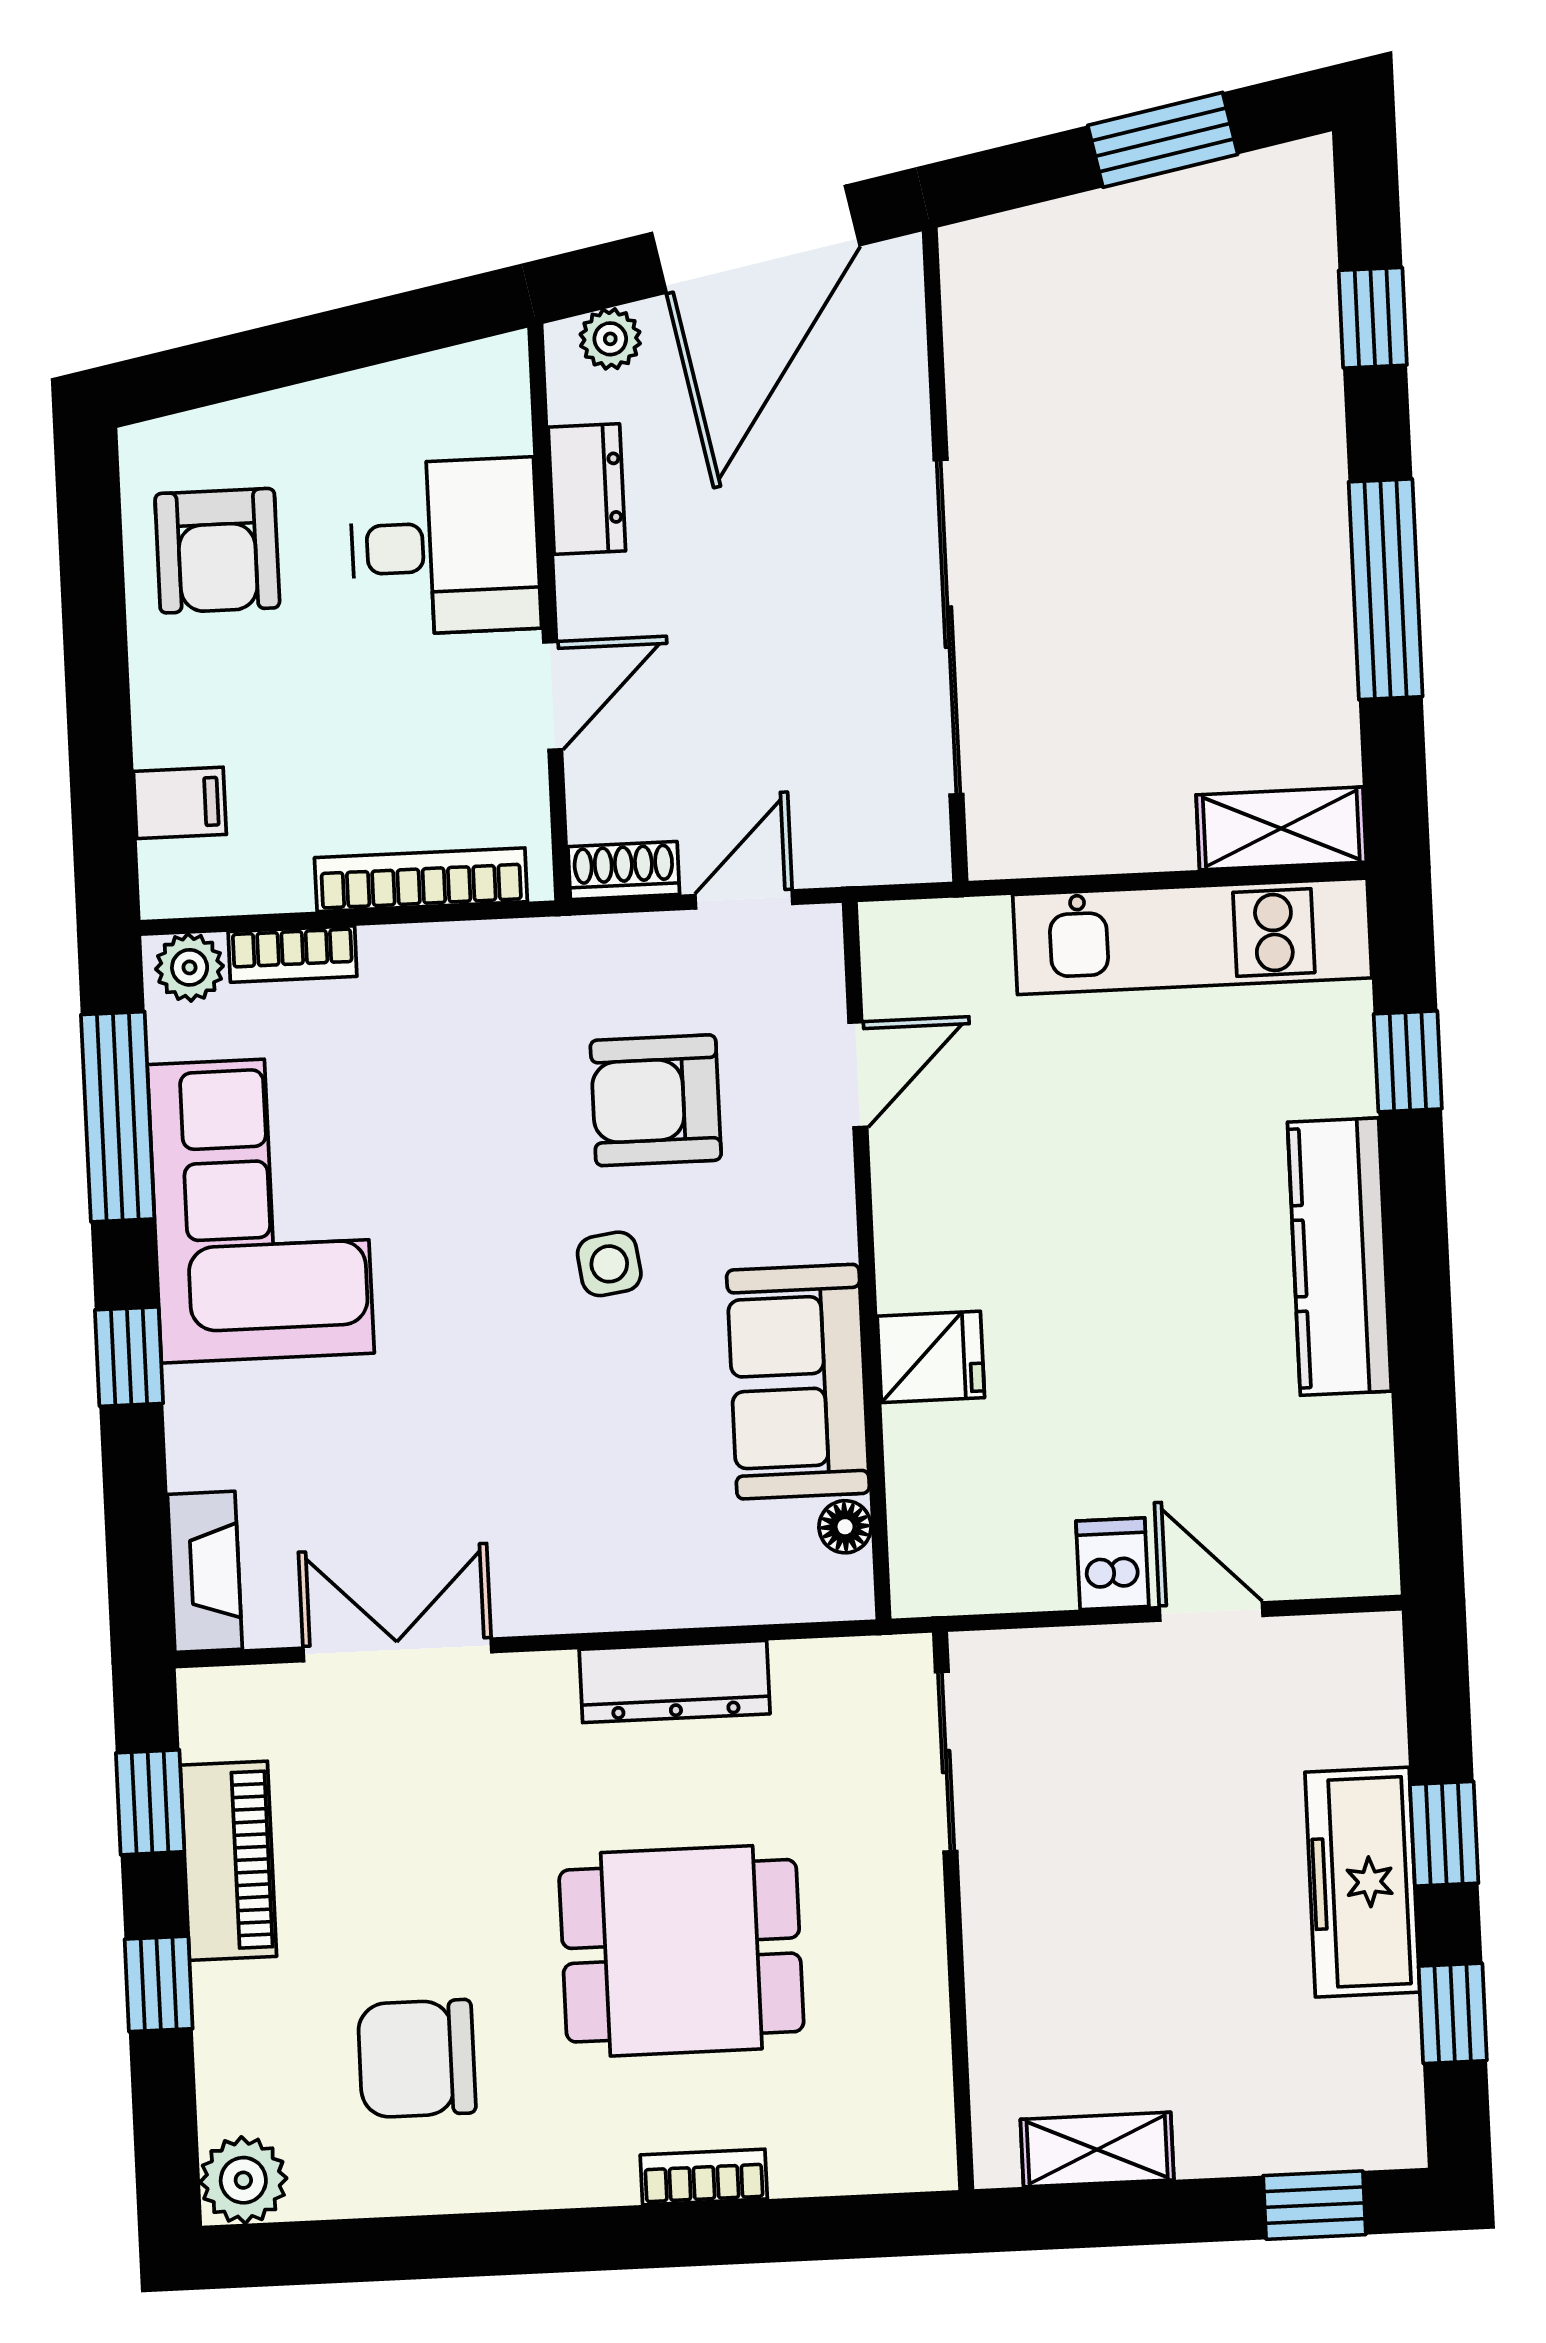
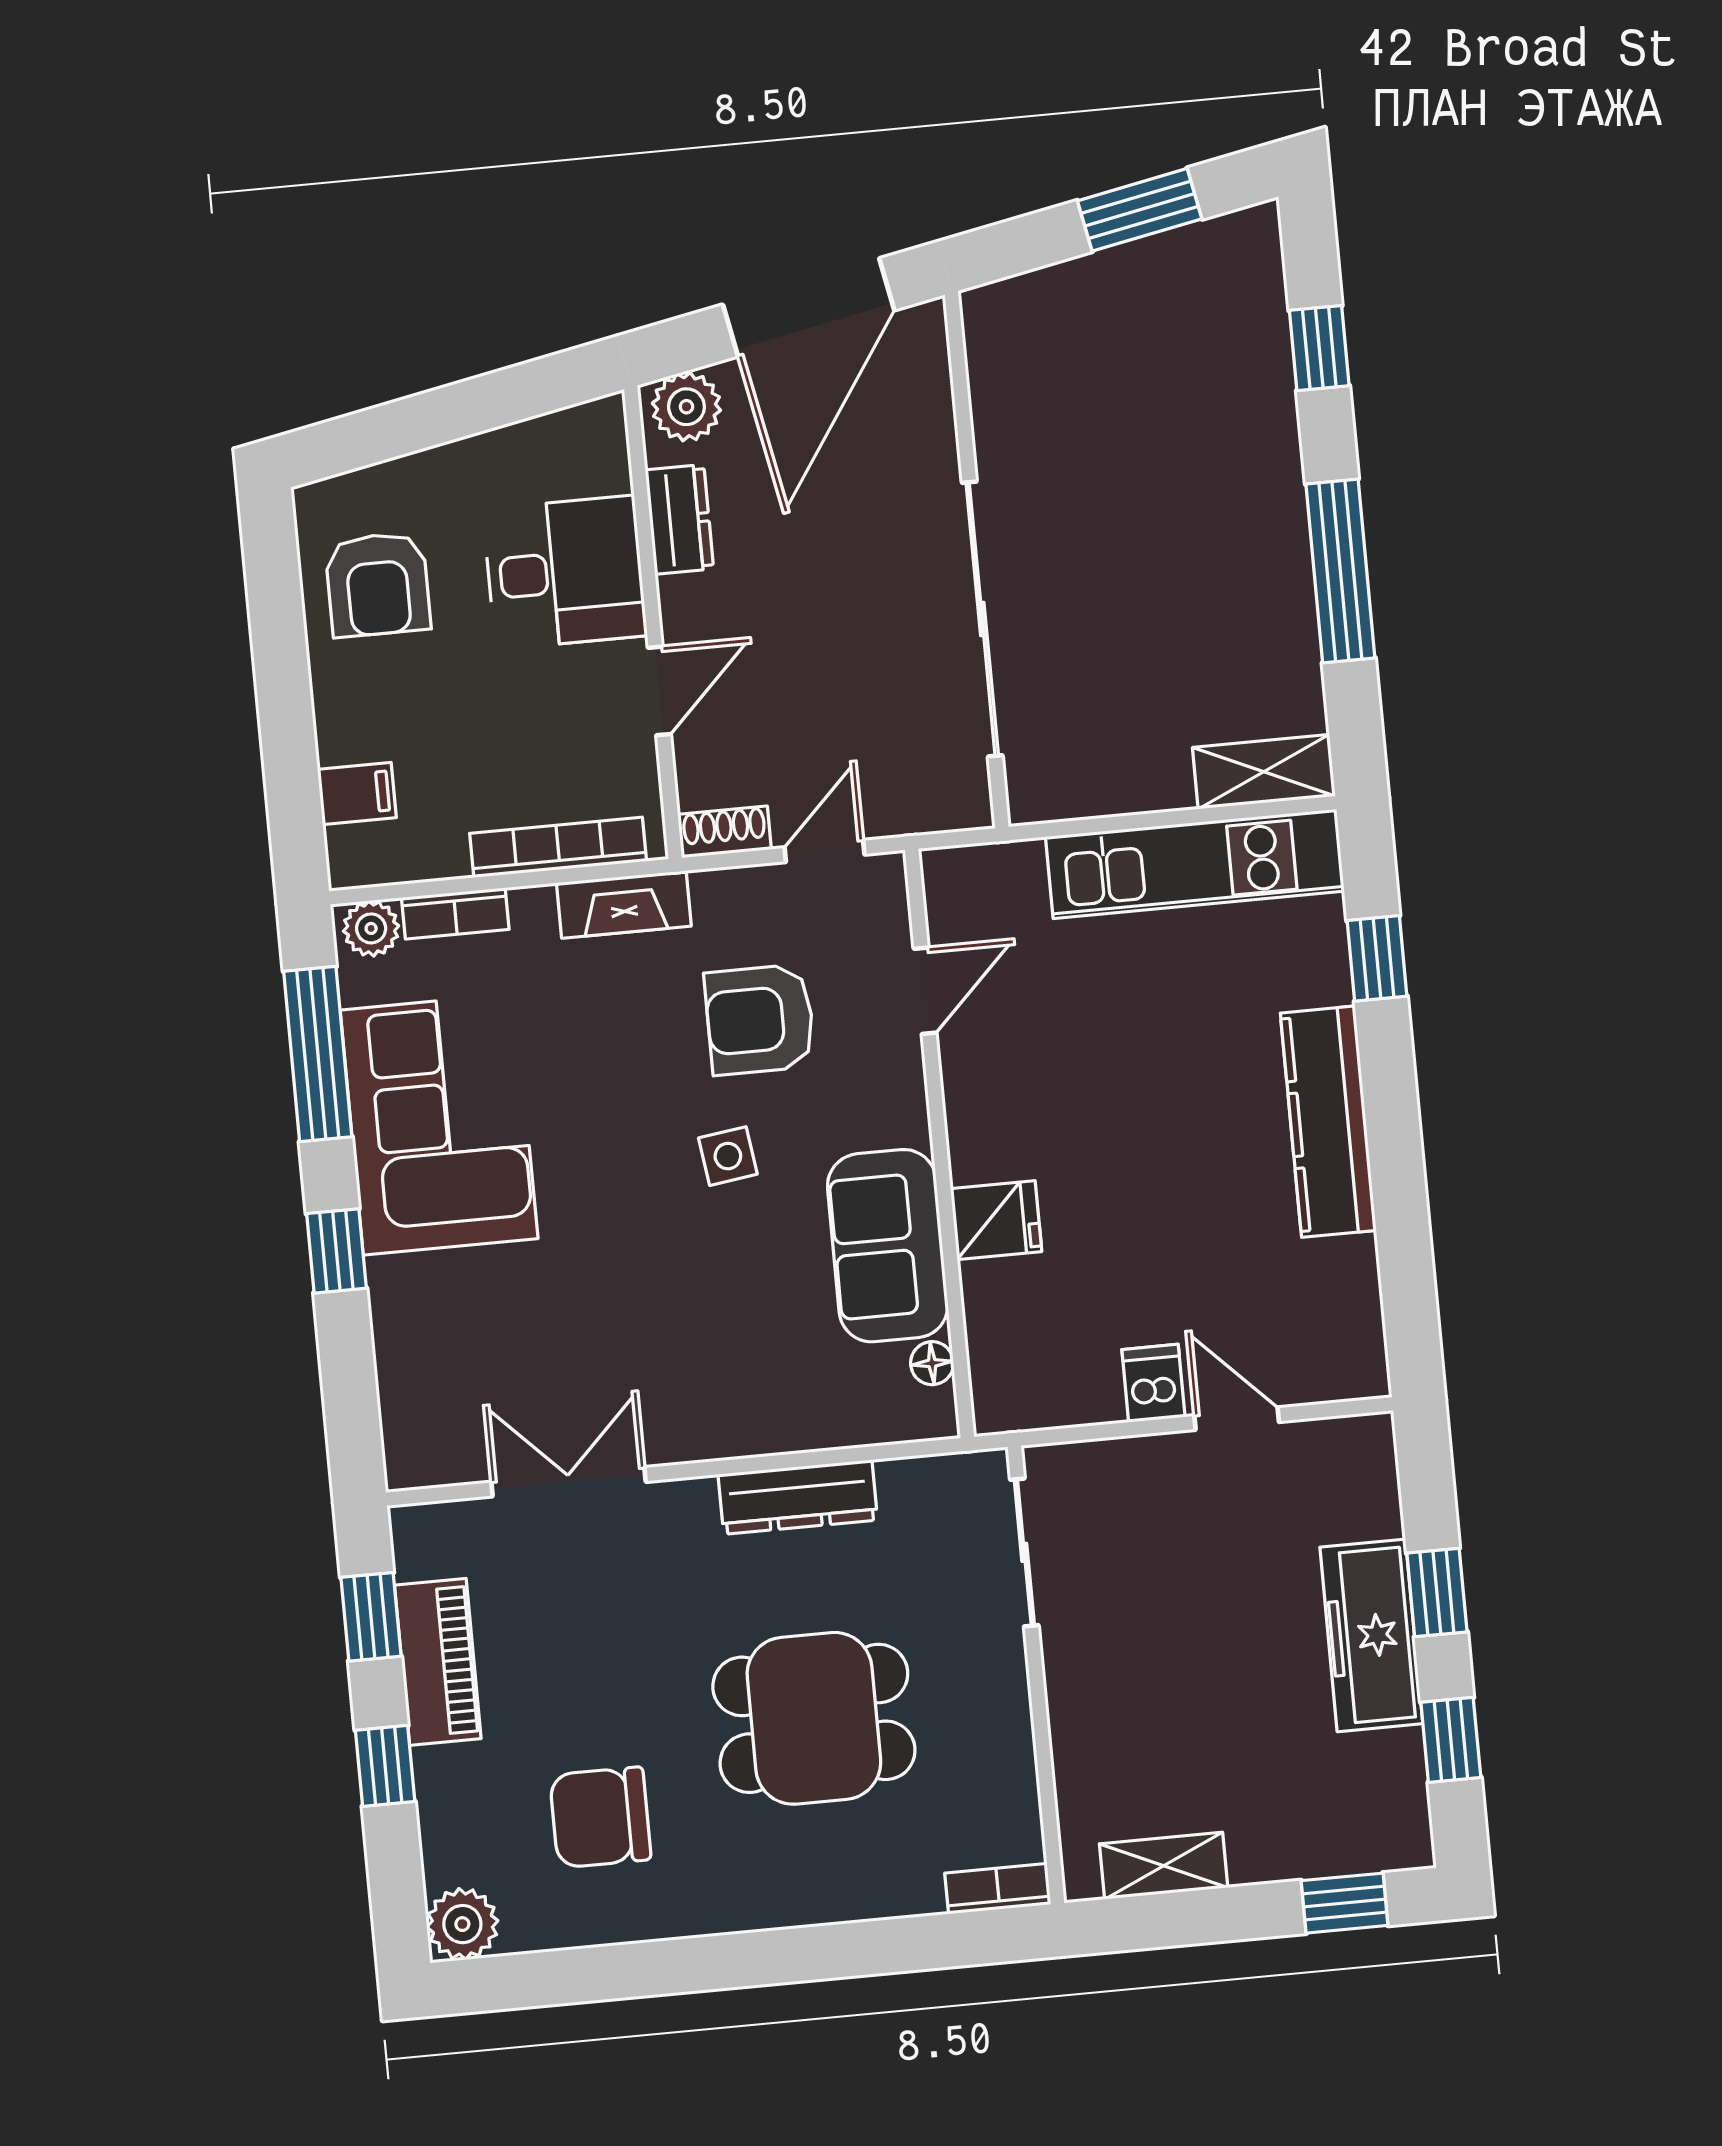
plant: (610, 339) -> (686, 407), width x1.38, depth x1.38
fireplace: (205, 1572) -> (624, 904), moved, turned 90
bookcase: (704, 2177) -> (998, 1889), moved

